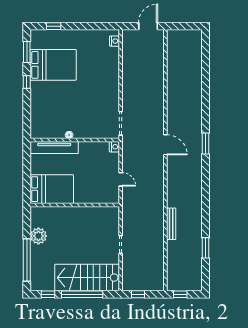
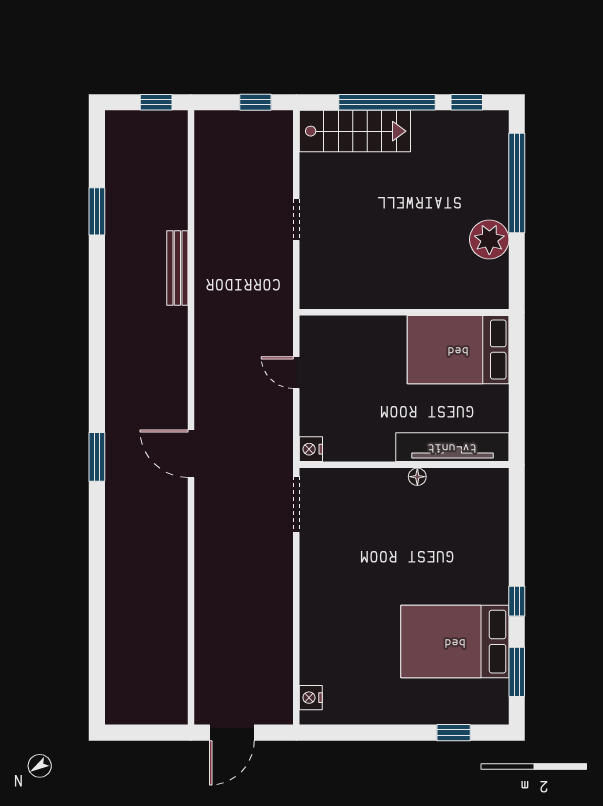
stairs: (87, 278) -> (355, 131), width x0.73, depth x0.66

